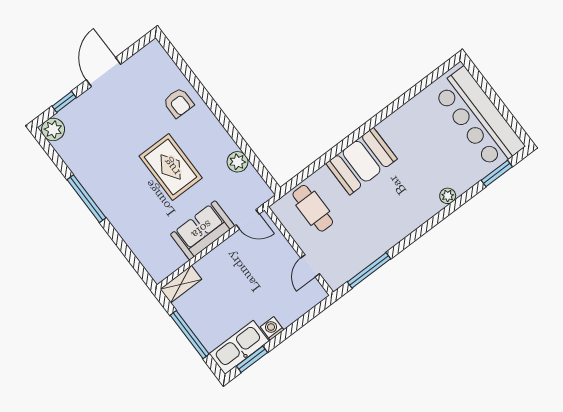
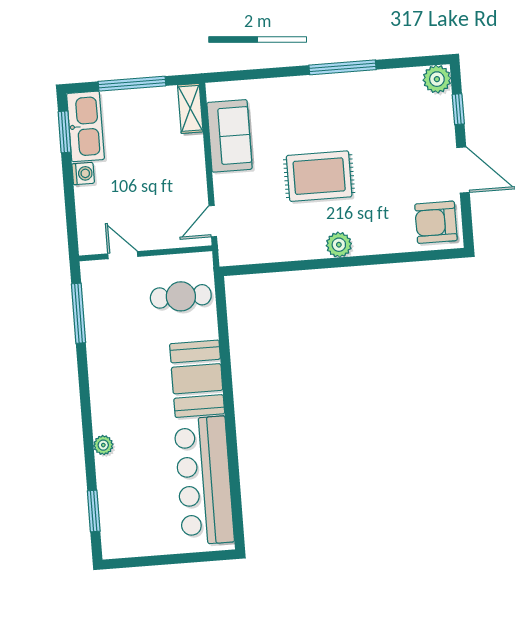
armchair: (178, 103) -> (436, 222), moved, width x1.38, depth x1.38
bar counter: (478, 118) -> (204, 481), moved, turned -90
plant: (238, 162) -> (339, 245), moved
sofa: (202, 230) -> (229, 136), moved

